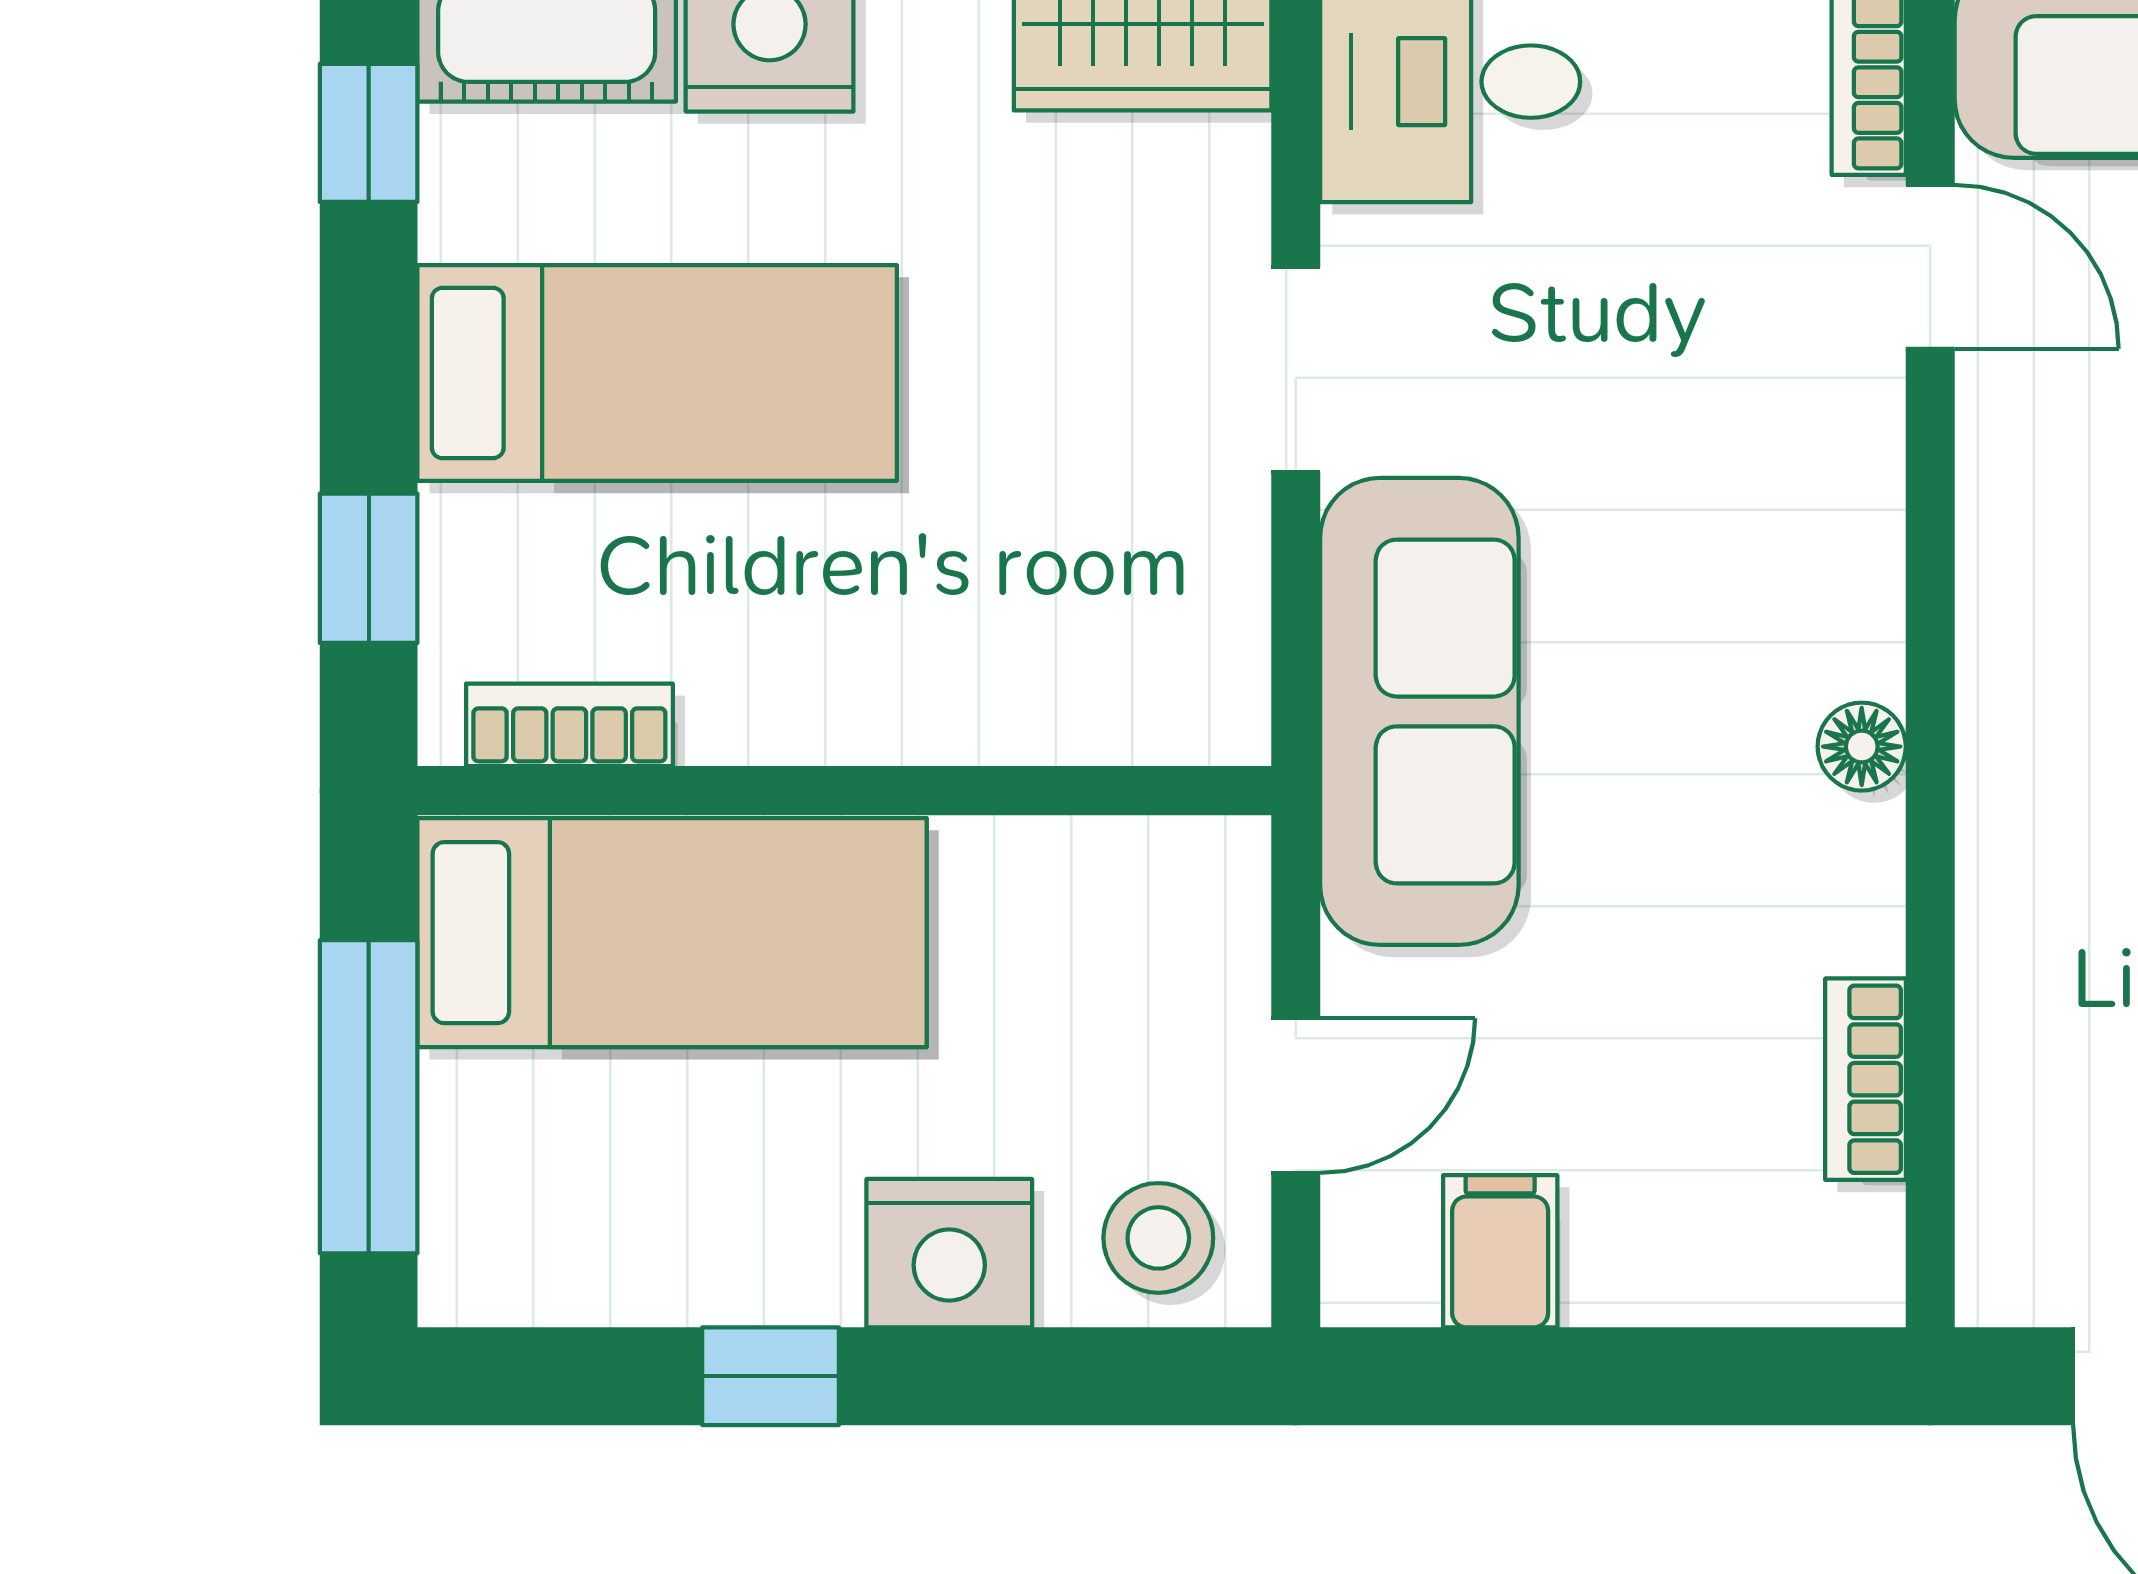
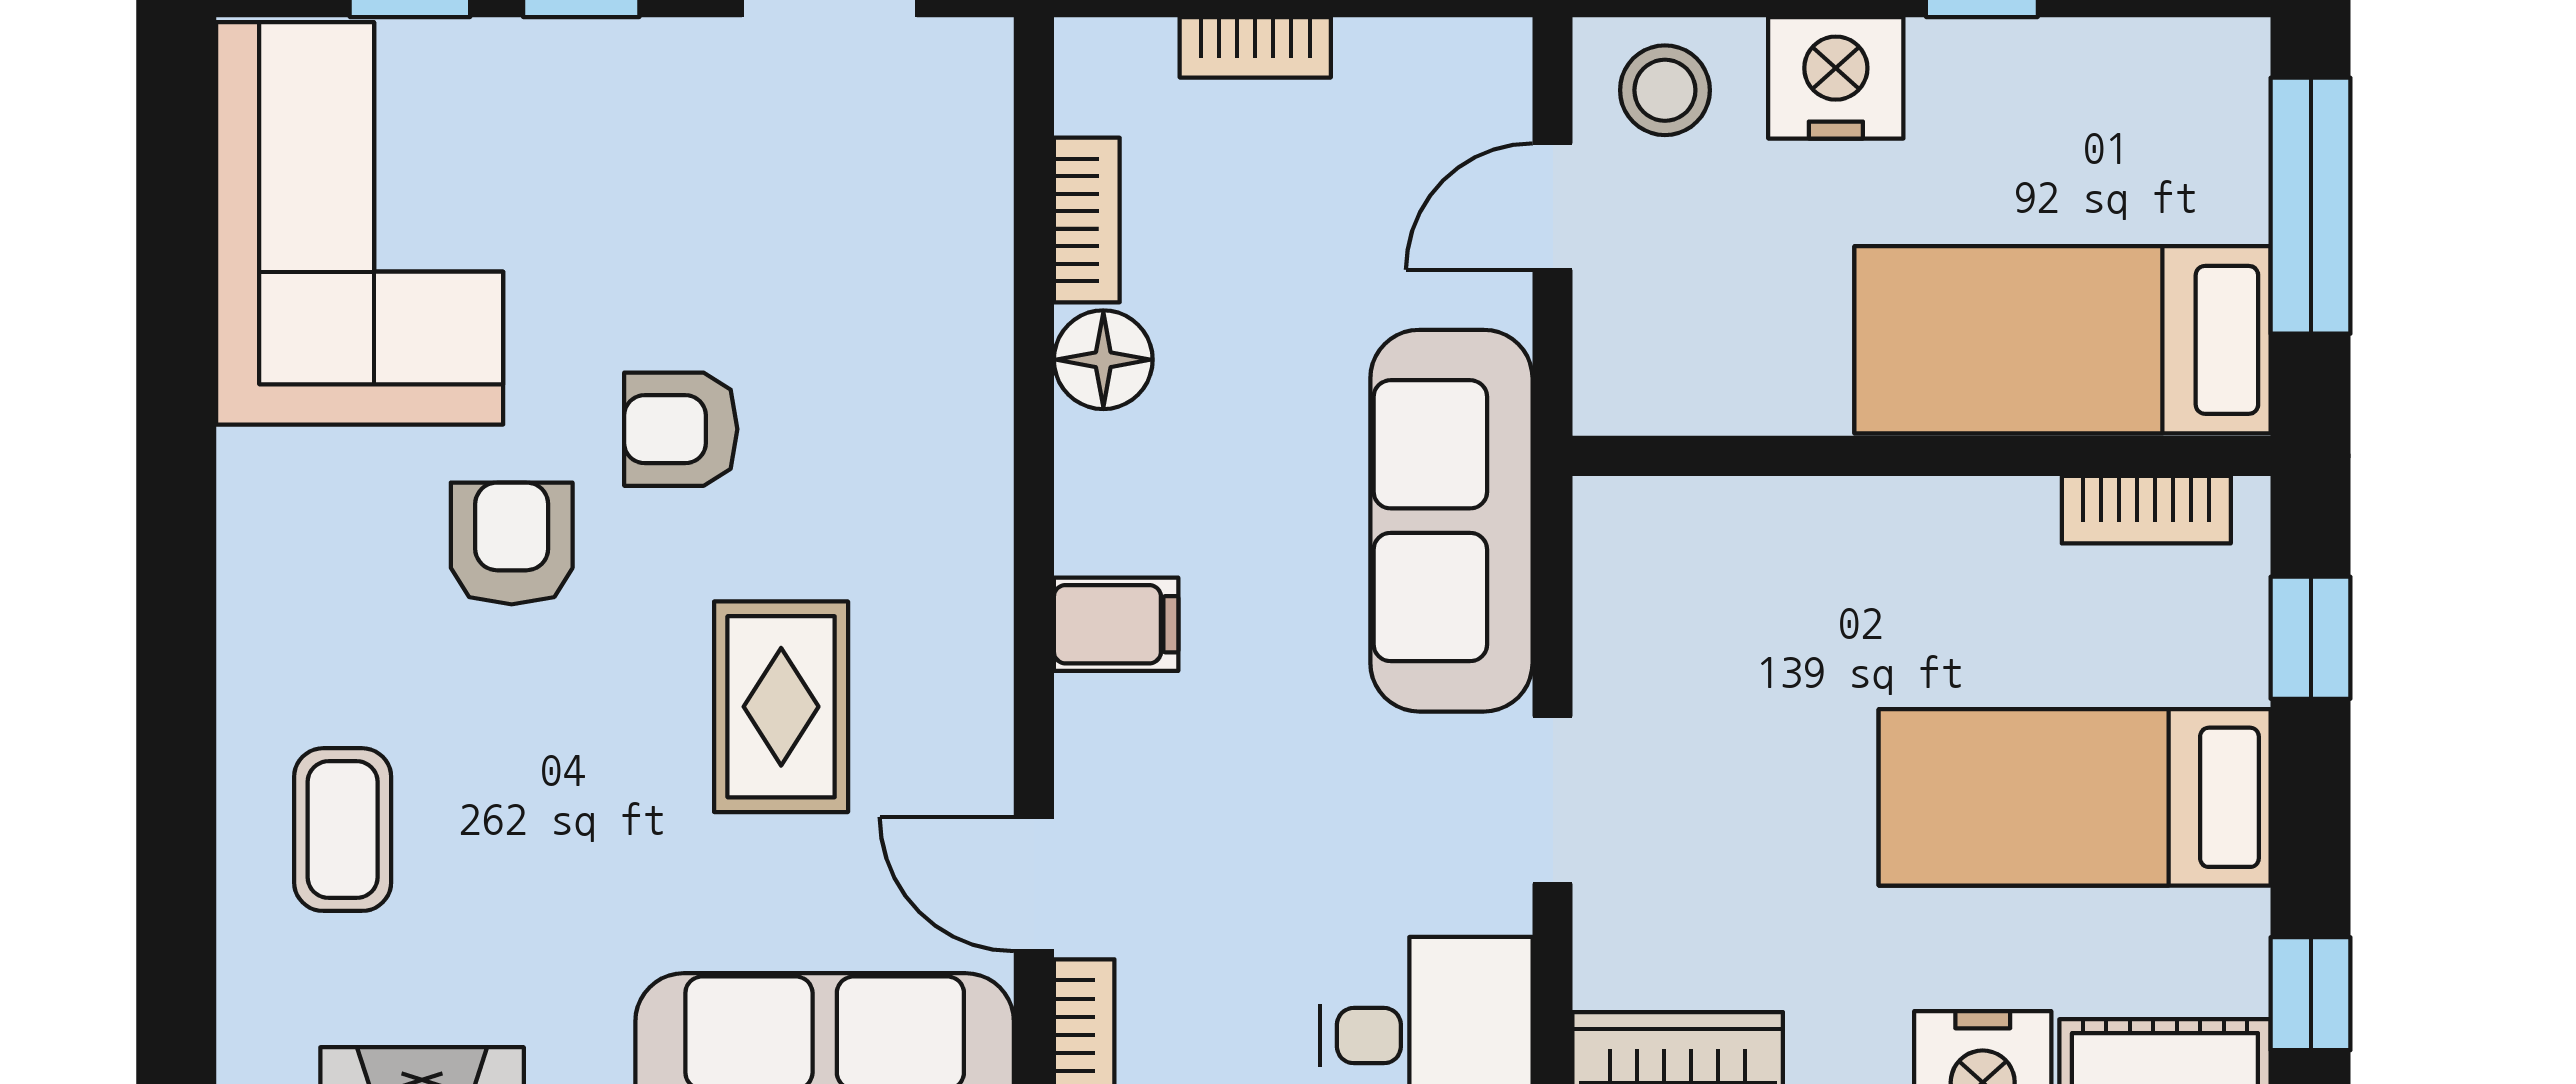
floor lamp: (1862, 747) -> (1103, 360), moved, width x1.37, depth x1.37
filing cabinet: (1500, 1251) -> (1116, 624), moved, turned -90
bookcase: (1659, 1290) -> (1255, 47), added

